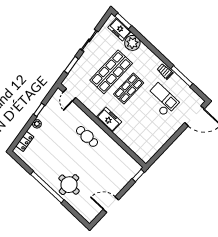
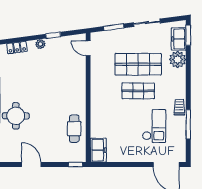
door: (69, 95) -> (88, 48), hinge flipped
freezer: (109, 120) -> (98, 150), moved
cafe table: (87, 136) -> (74, 129), moved

